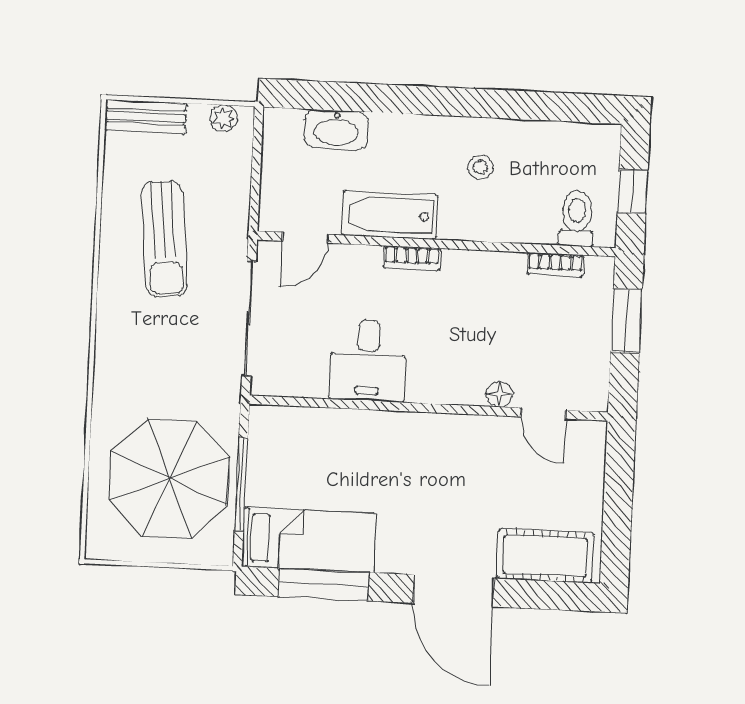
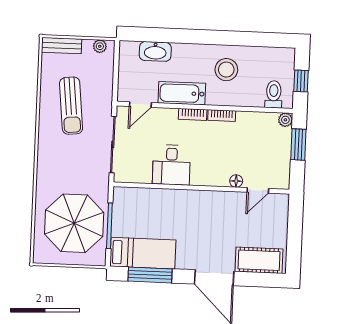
stool: (481, 167) -> (226, 70), width x1.89, depth x1.89
bookcase: (555, 265) -> (222, 116), moved
plant: (600, 270) -> (285, 120), added
door: (543, 413) -> (258, 190), hinge flipped

